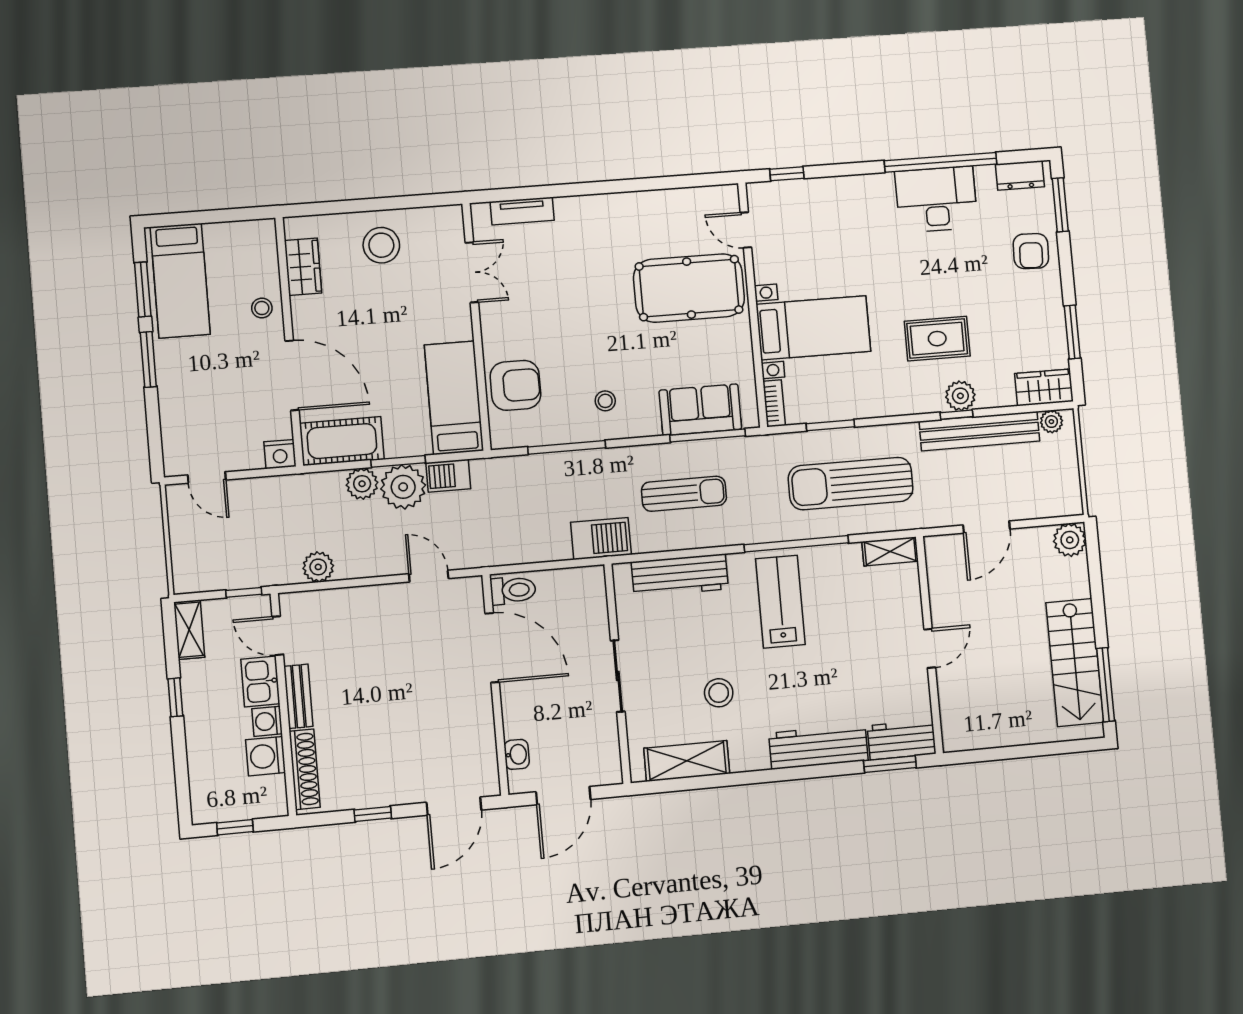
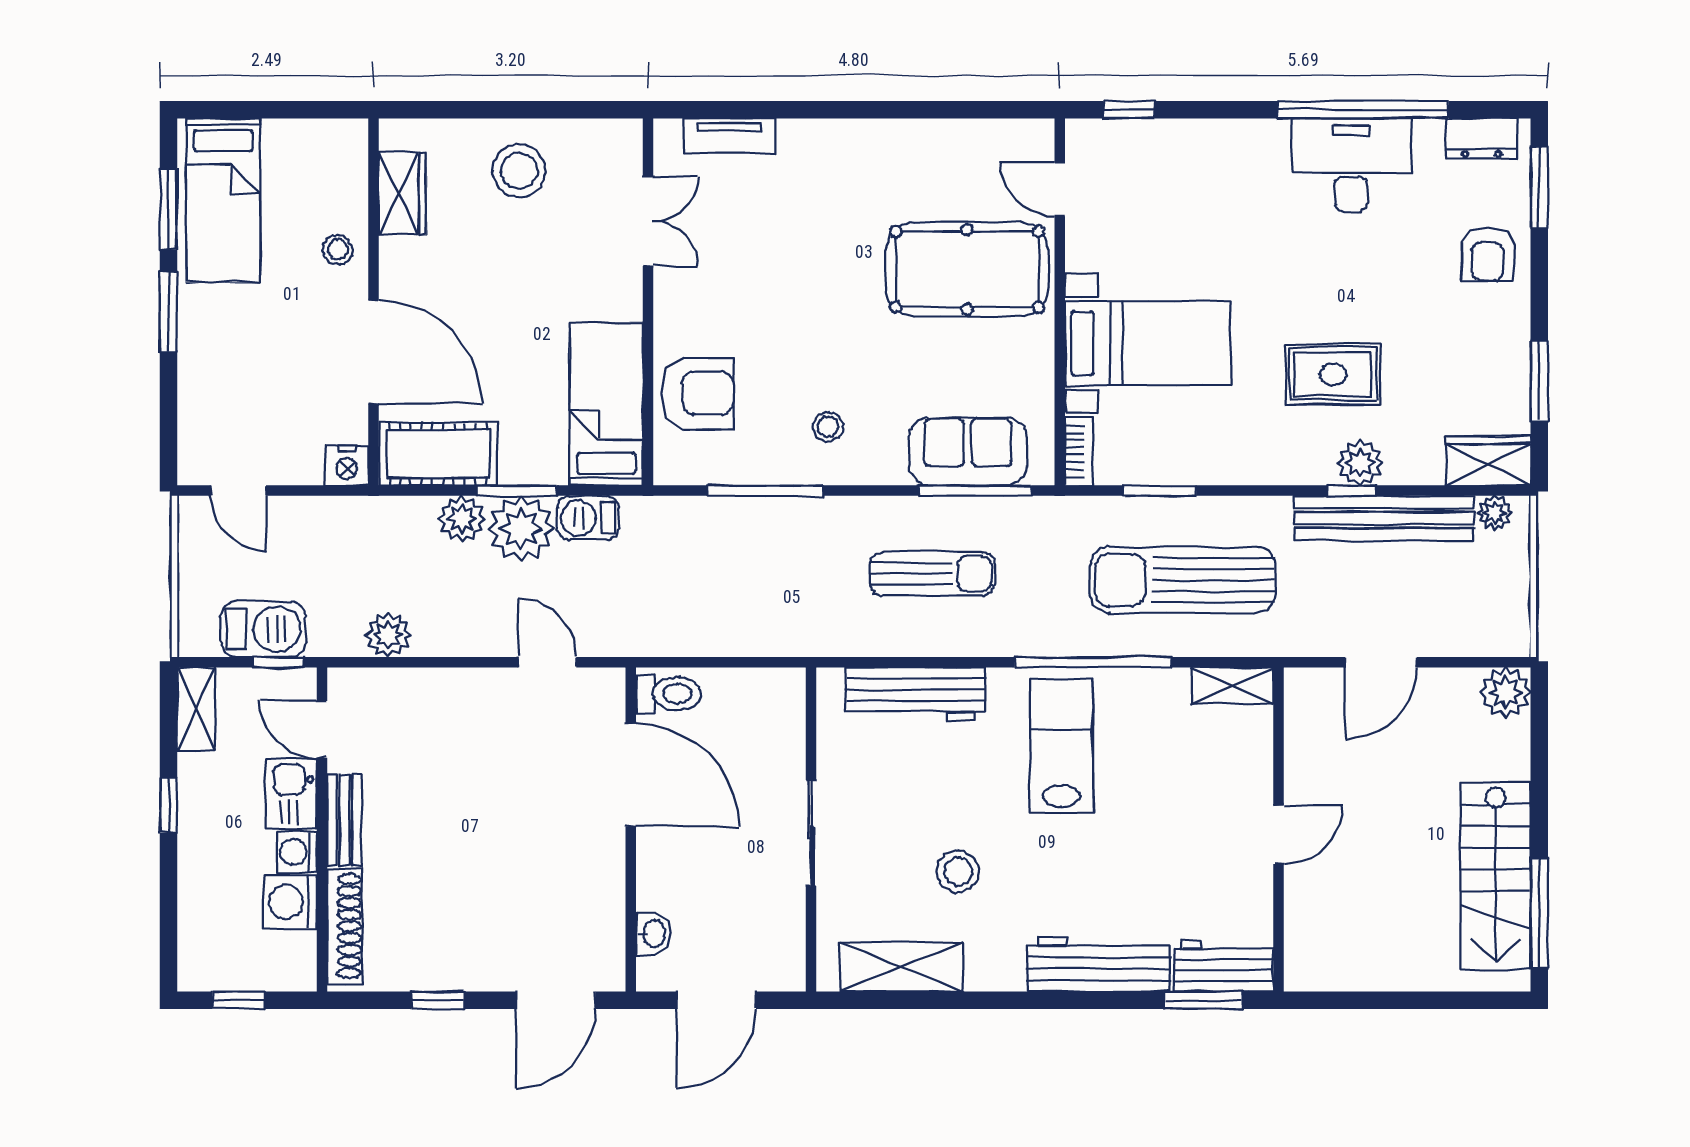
barbecue: (601, 539) -> (263, 629), moved

